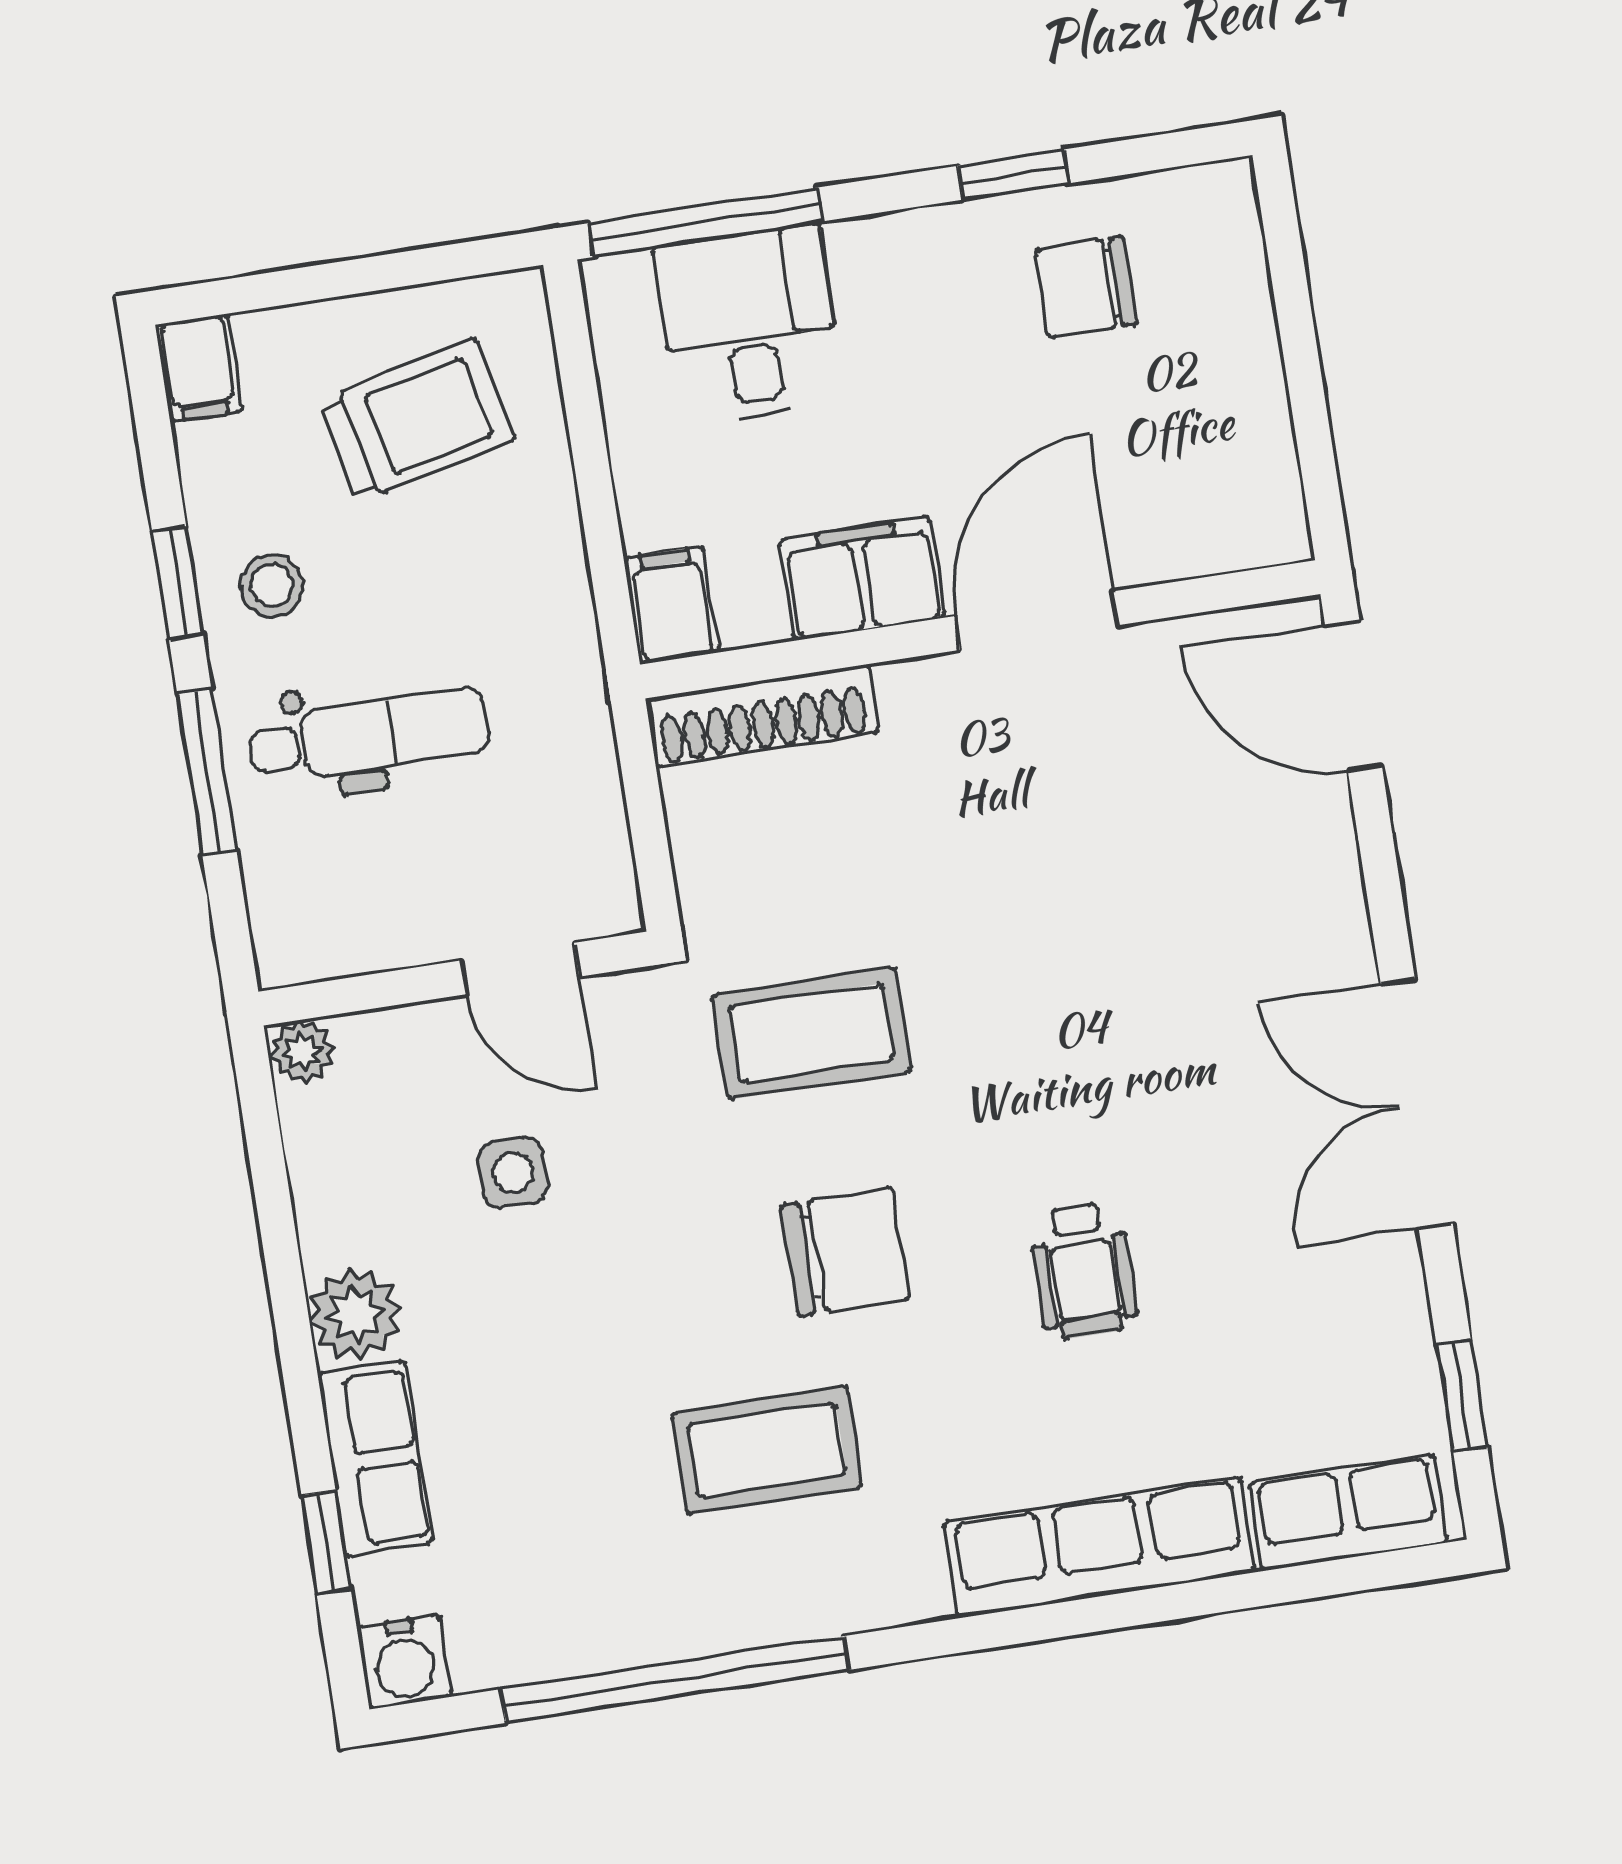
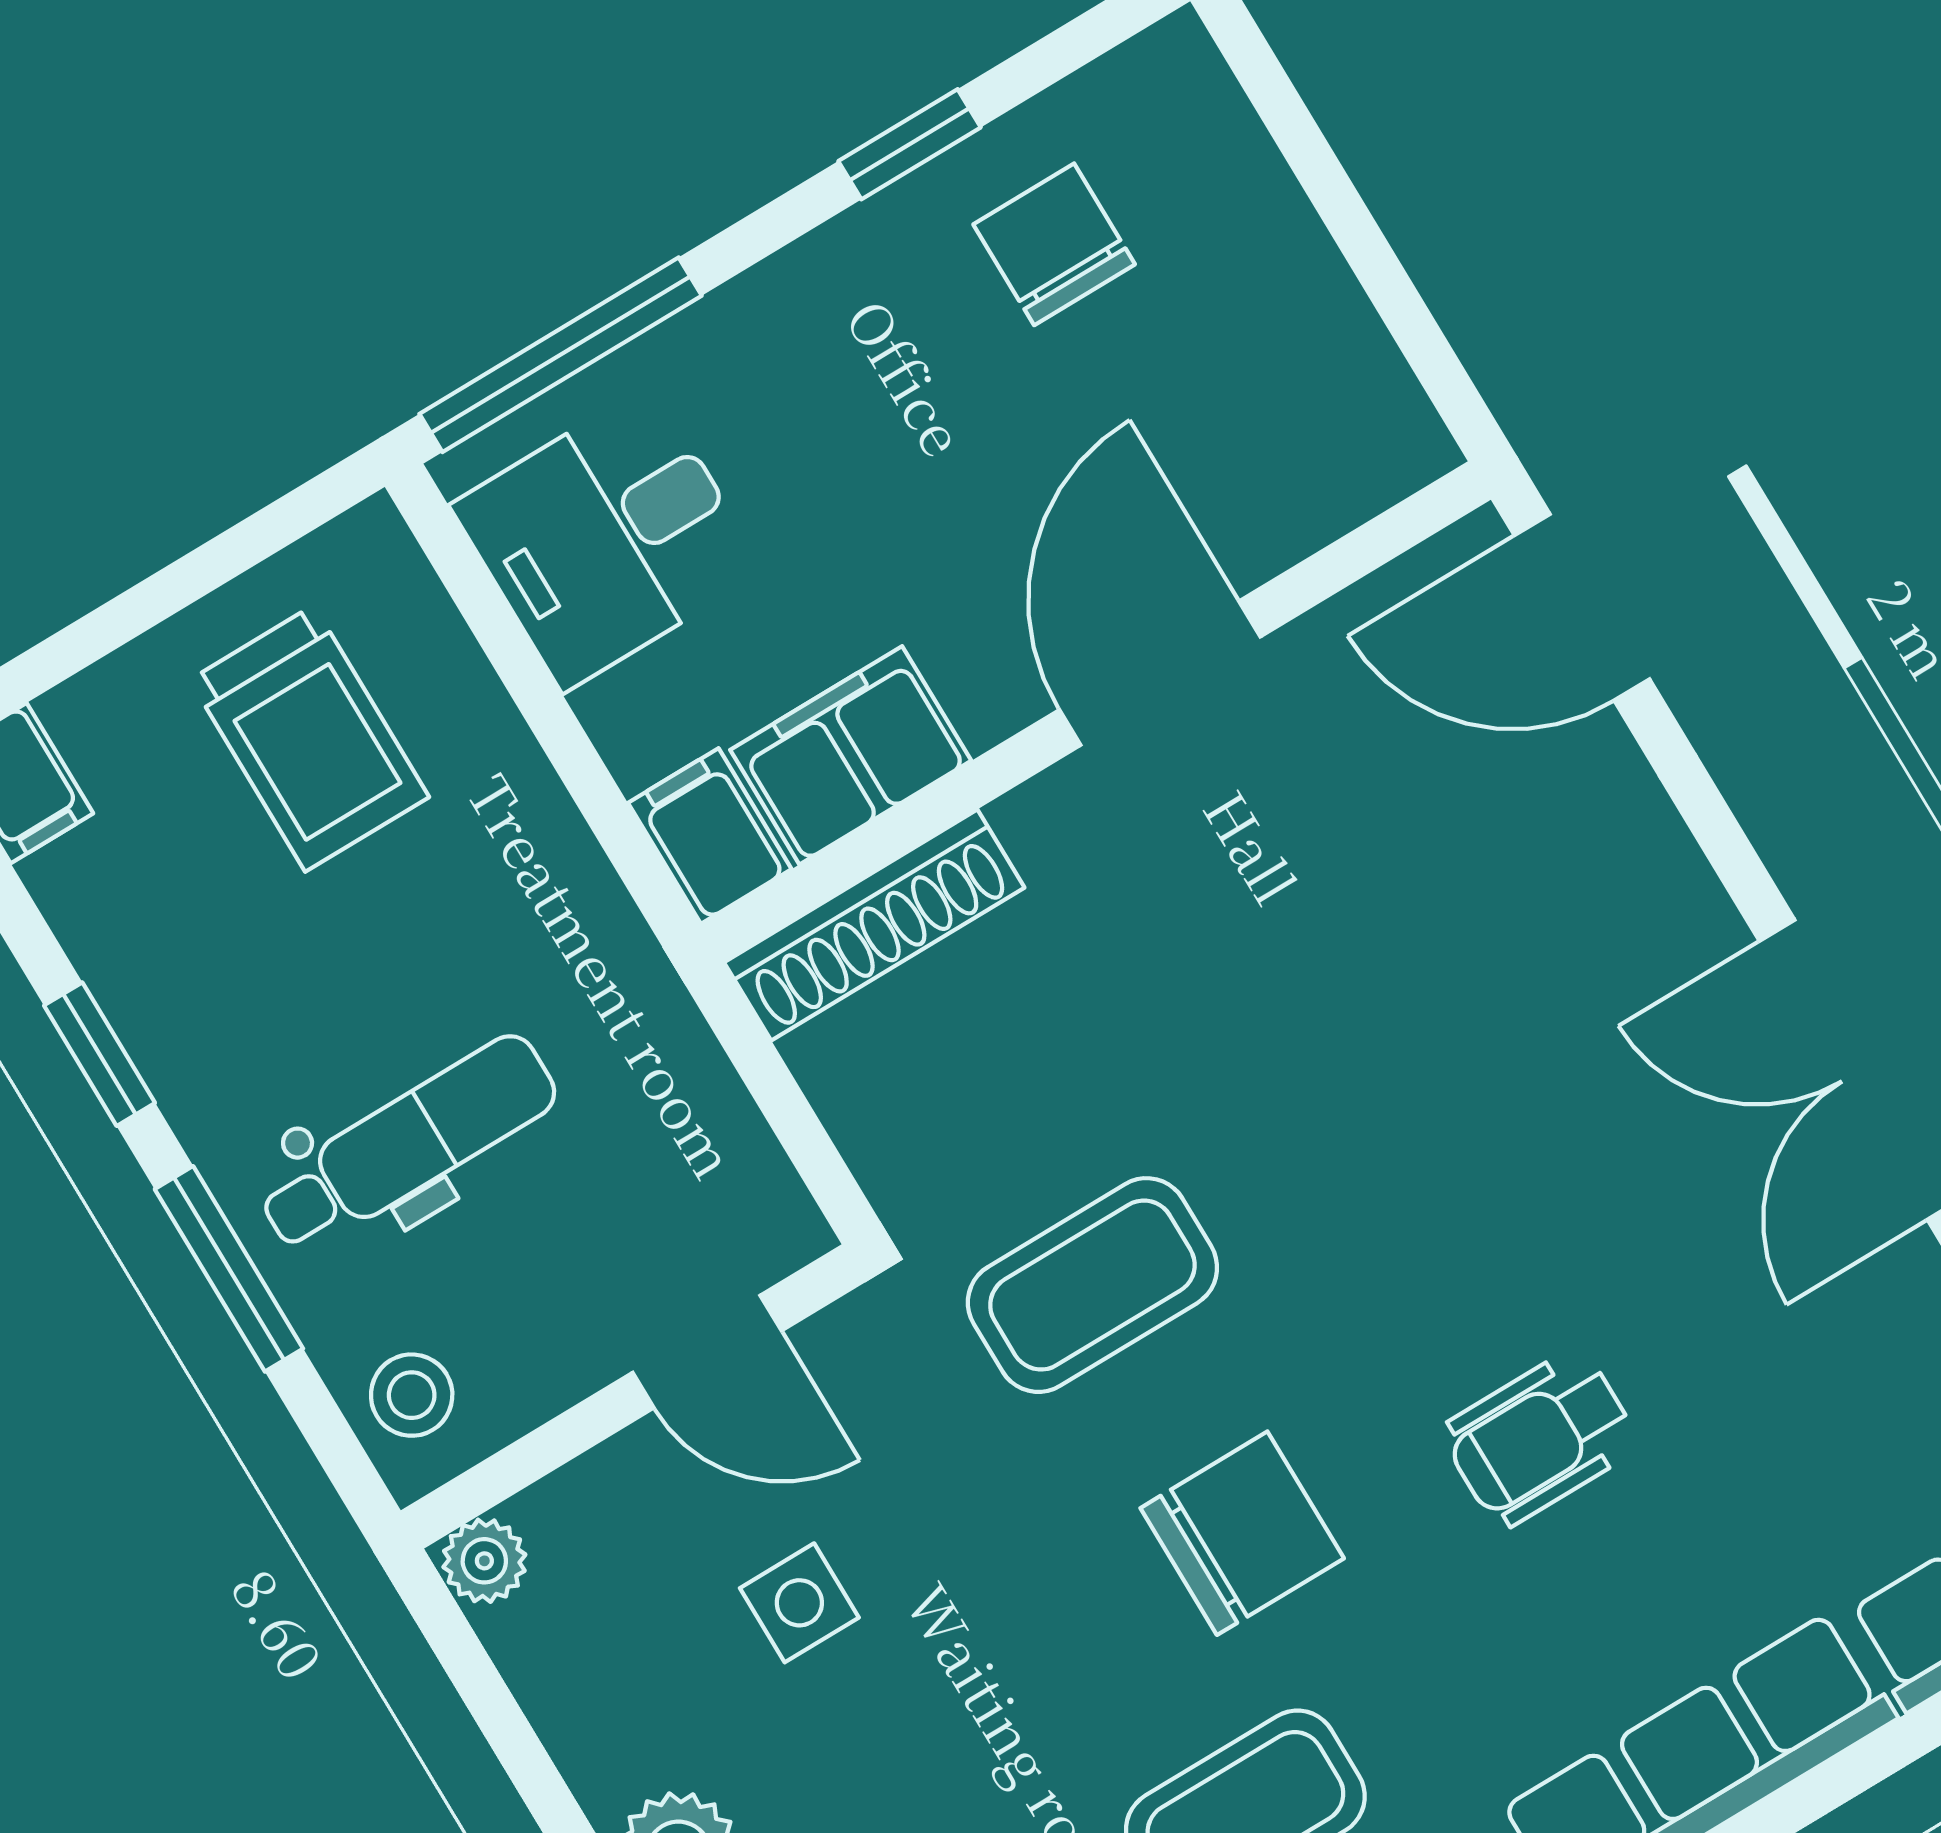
chair: (1086, 287) -> (1054, 244), turned 90
desk: (749, 325) -> (607, 538), moved, turned -90
trolley: (417, 420) -> (309, 738), turned 103
filing cabinet: (862, 579) -> (851, 755), moved
stool: (272, 586) -> (412, 1395), moved
wheelchair: (1083, 1271) -> (1540, 1438), turned 90

